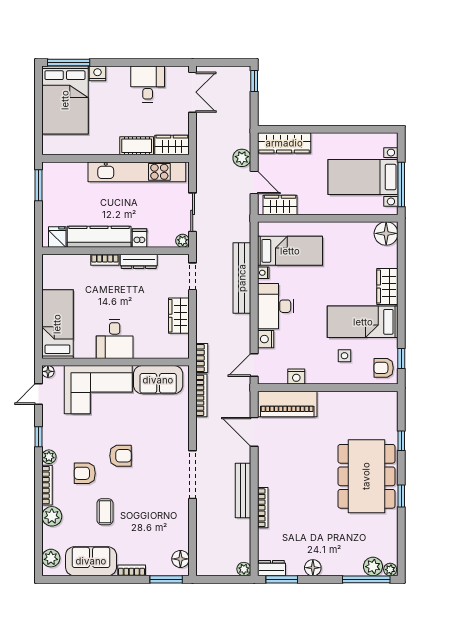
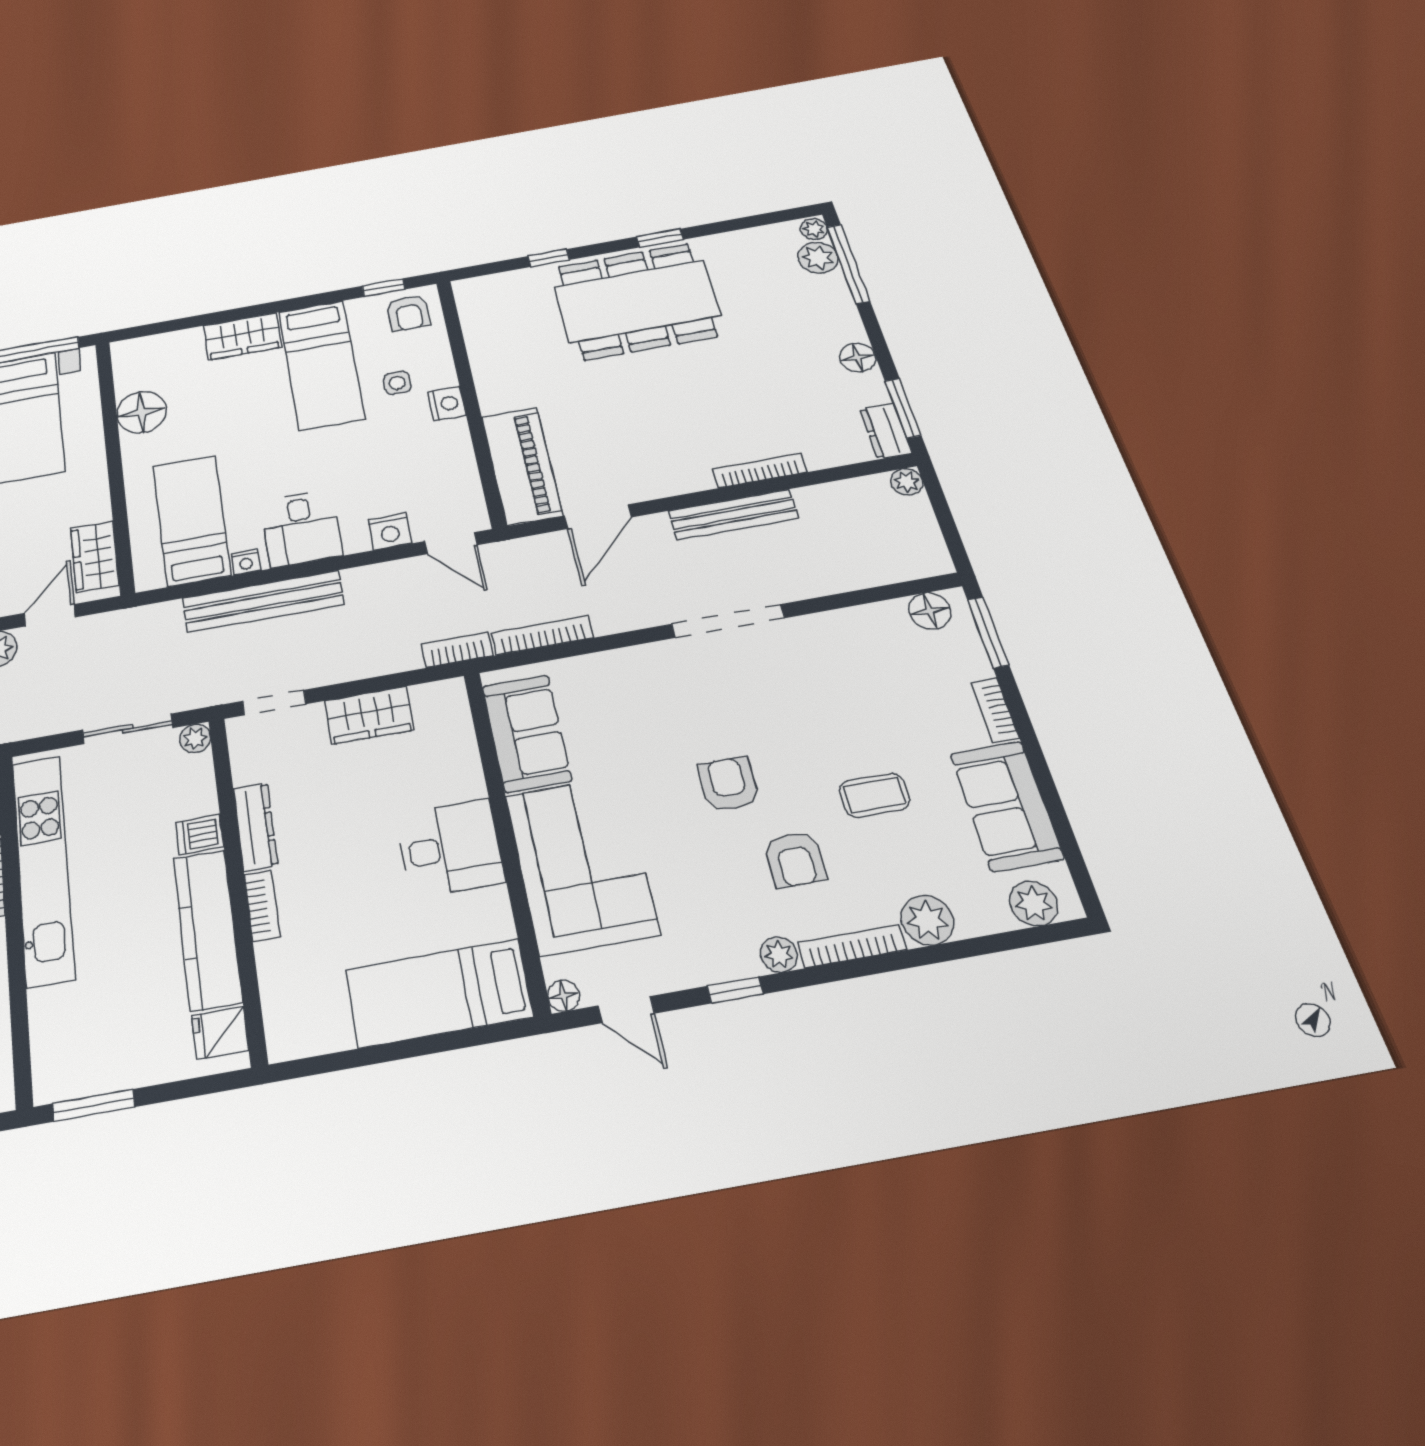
floor lamp: (386, 233) -> (141, 412), moved
desk: (275, 306) -> (302, 528), width x0.73
nightstand: (296, 377) -> (447, 404), moved

